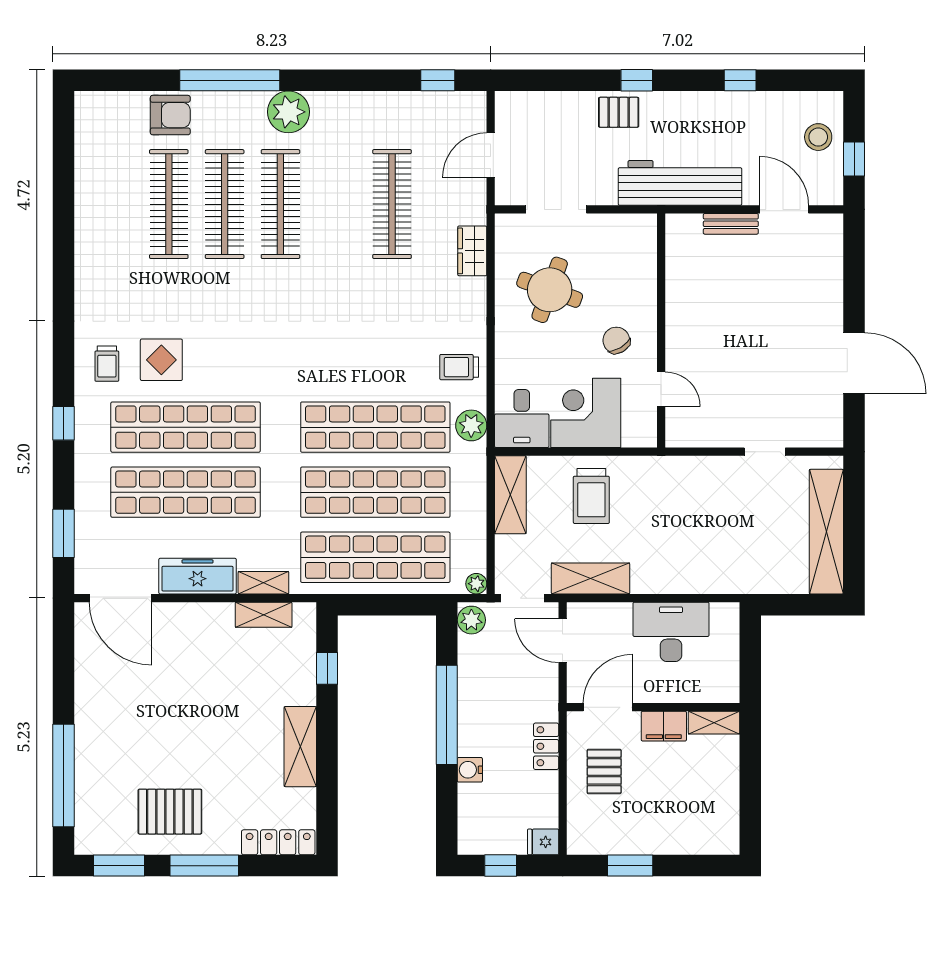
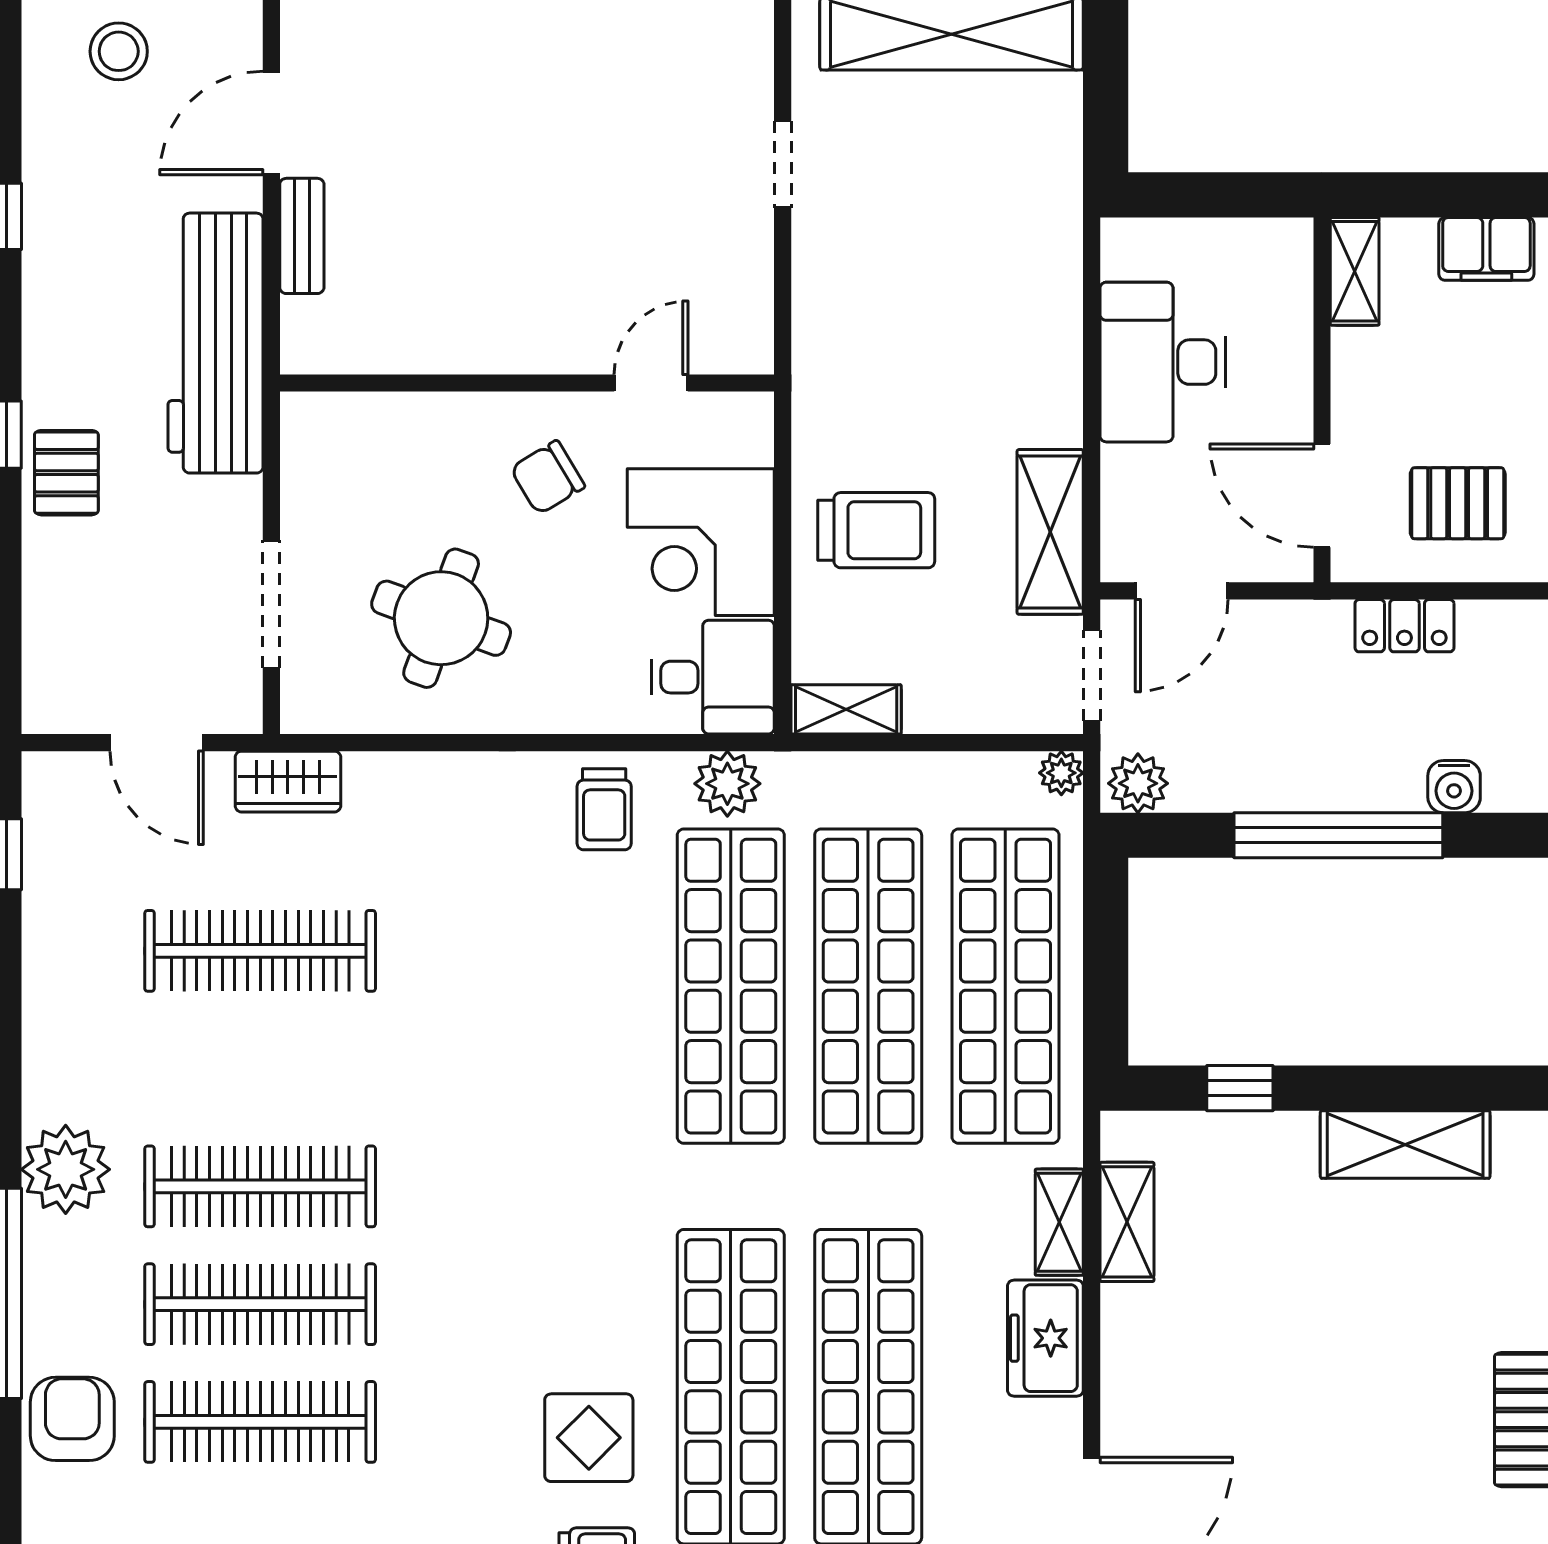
wardrobe: (472, 251) -> (288, 782), moved
shelving: (510, 495) -> (846, 709), width x0.67, depth x0.75
freezer: (198, 576) -> (1045, 1338), width x0.71
filing cabinet: (664, 726) -> (1486, 249), moved, turned 90

